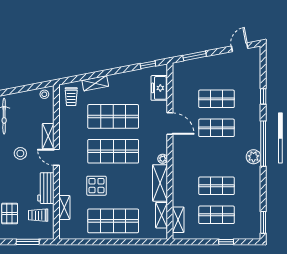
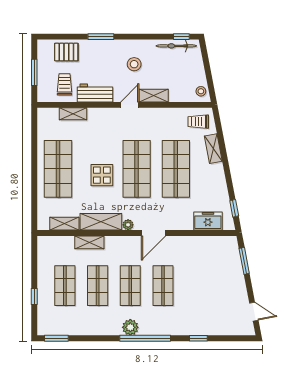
shop shelf: (217, 99) -> (130, 286), moved
door: (170, 124) -> (154, 233), moved
display table: (96, 186) -> (102, 175), moved
shelving: (178, 220) -> (89, 242), moved

